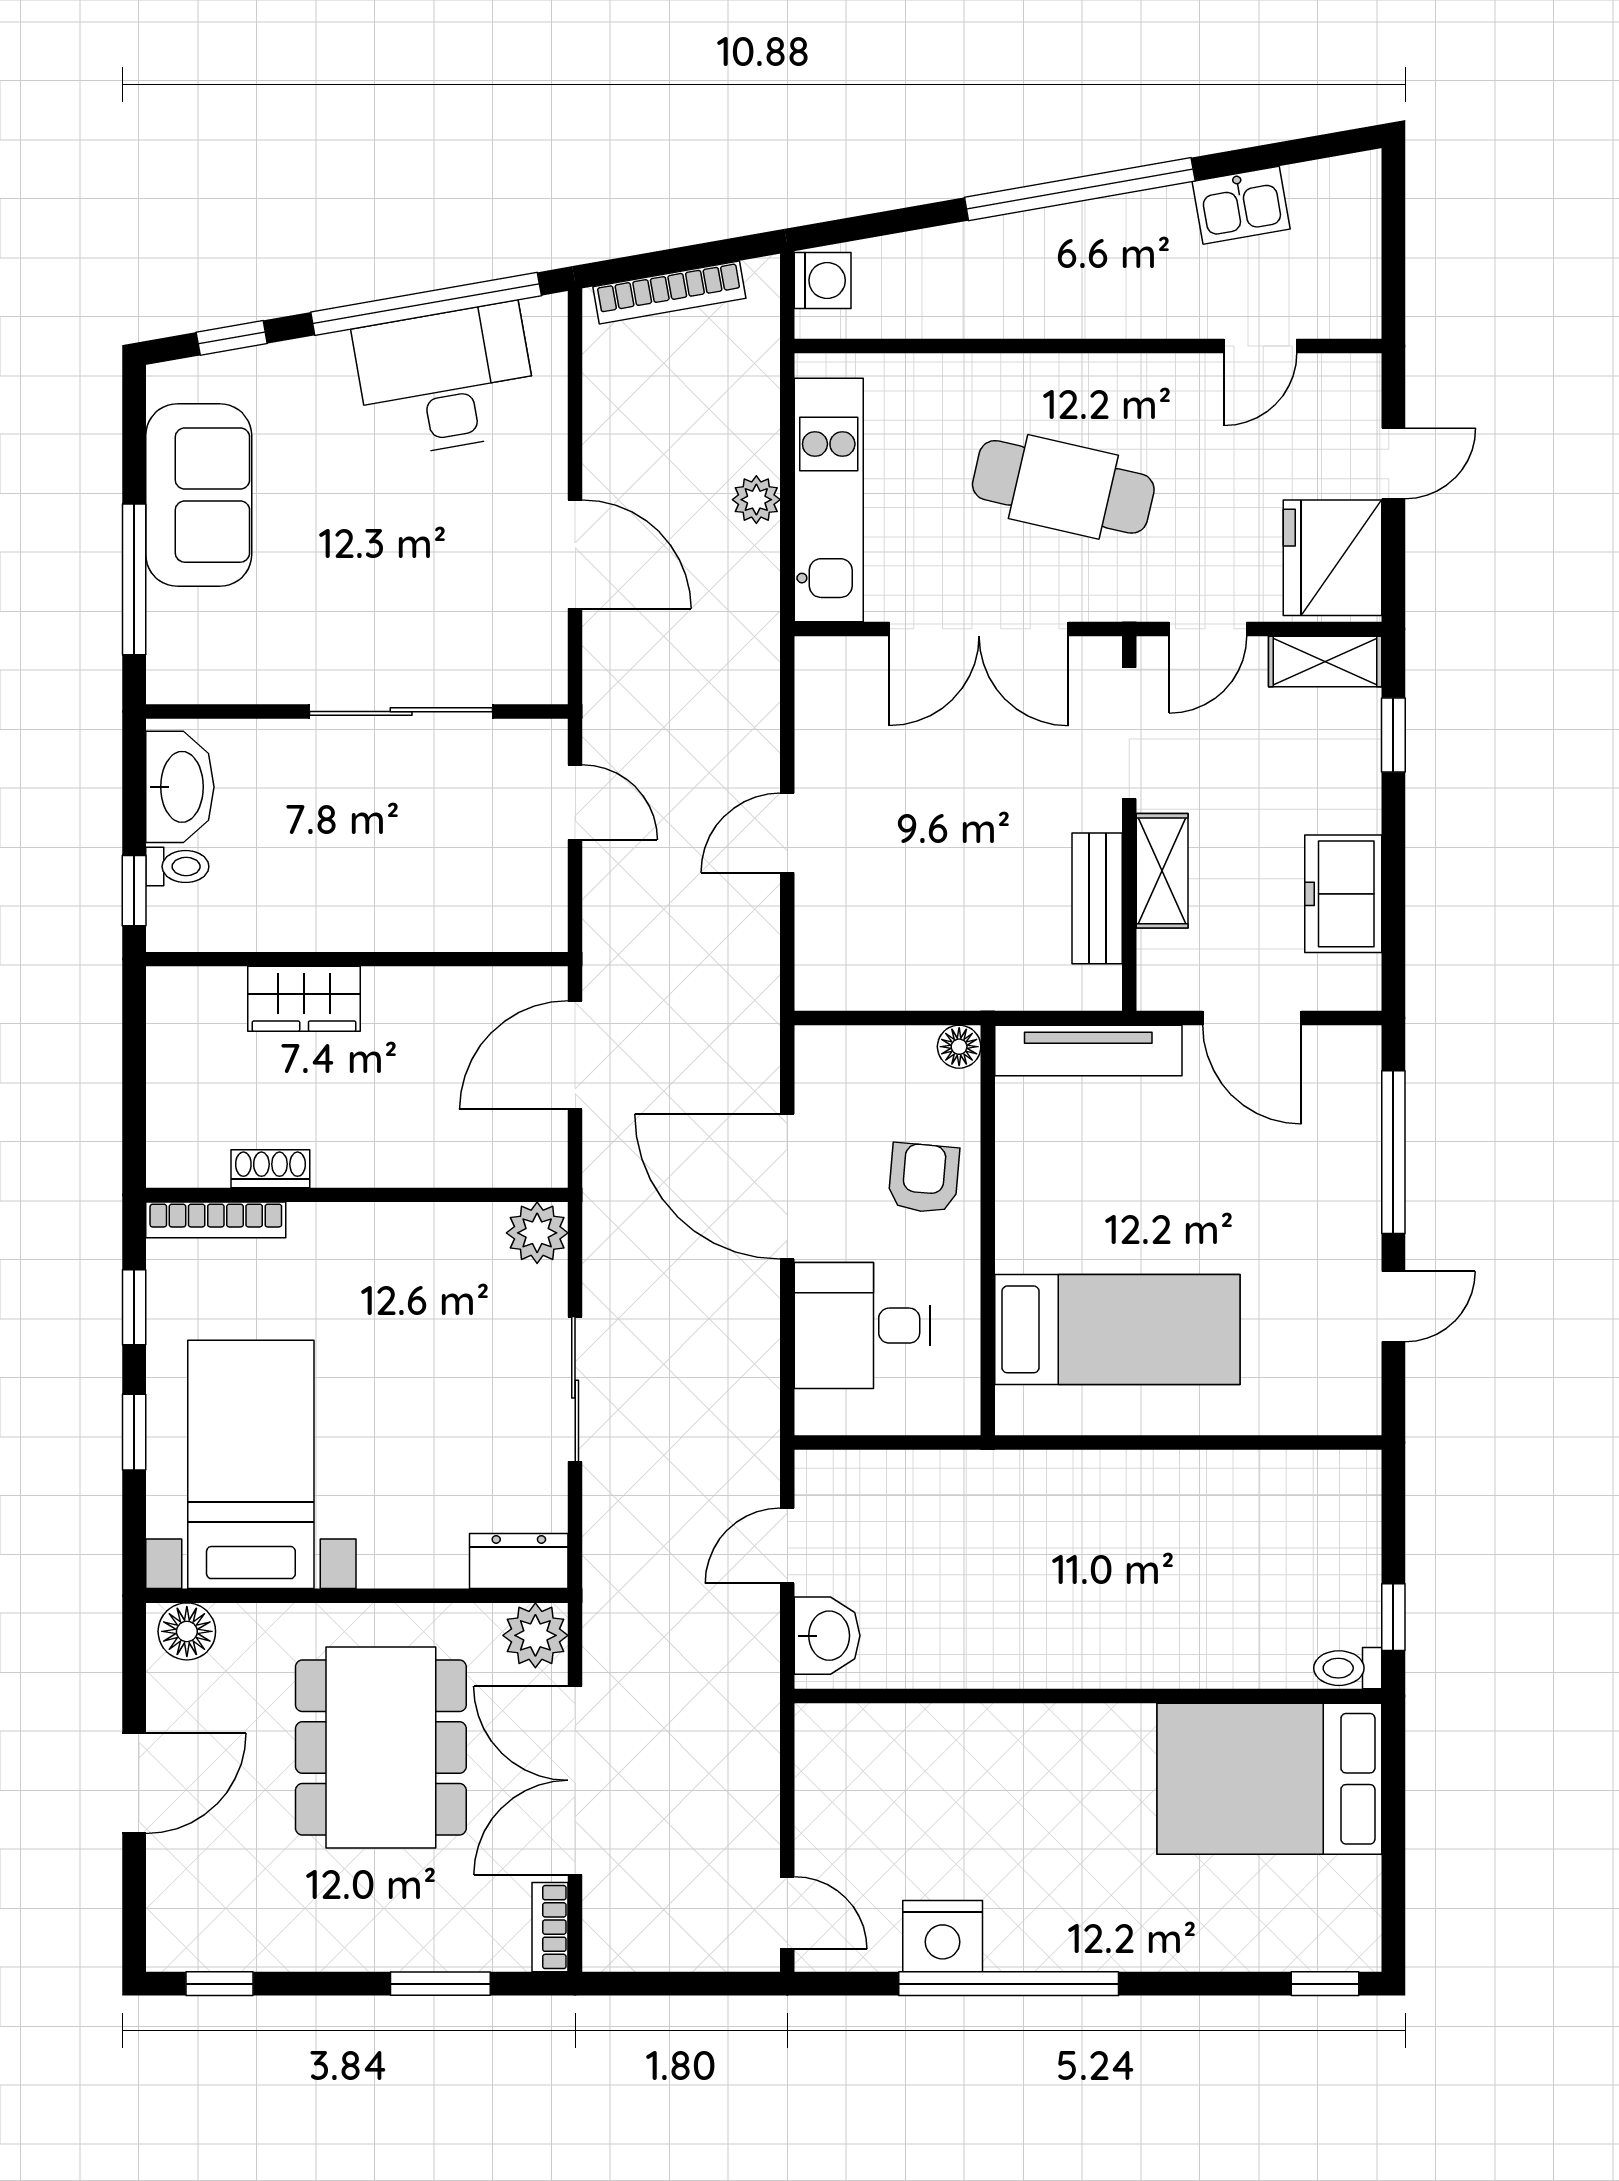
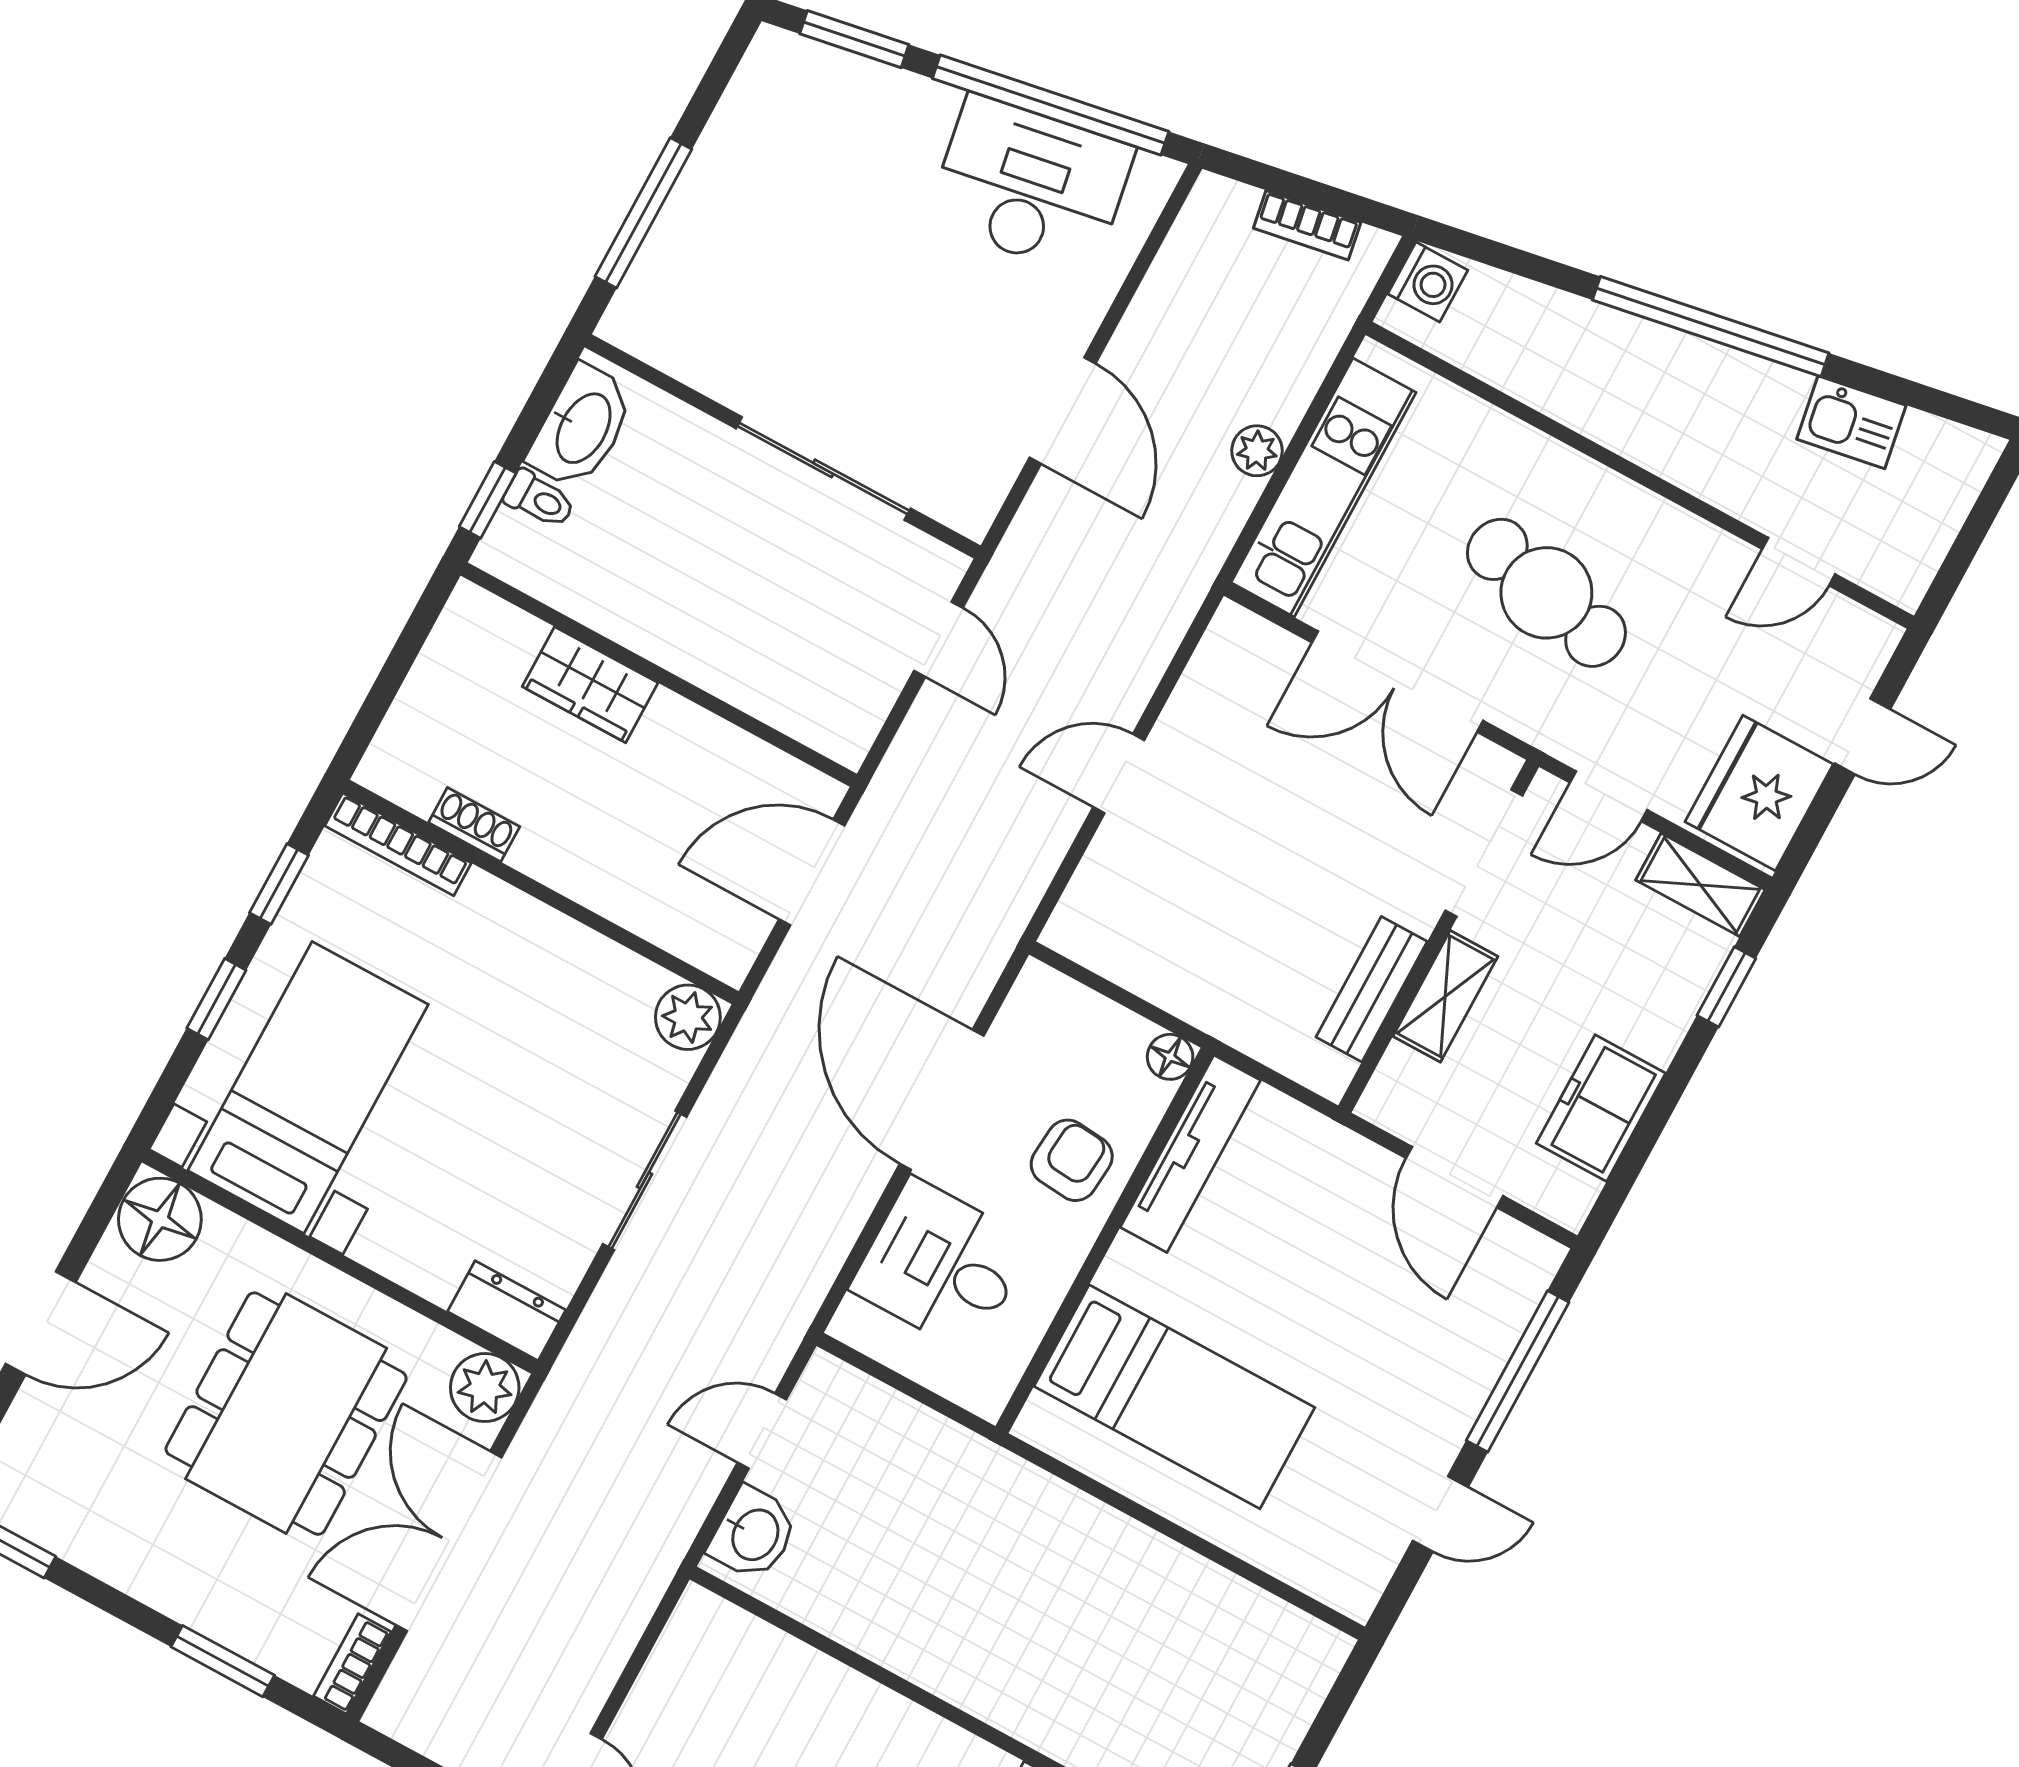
bookcase: (669, 292) -> (1307, 225), width x0.64
window: (232, 338) -> (854, 39), width x1.50
sofa: (199, 495) -> (745, 168), removed
tv unit: (1088, 1050) -> (1190, 1154), moved, turned -90
floor lamp: (187, 1631) -> (160, 1219), width x1.38, depth x1.38

